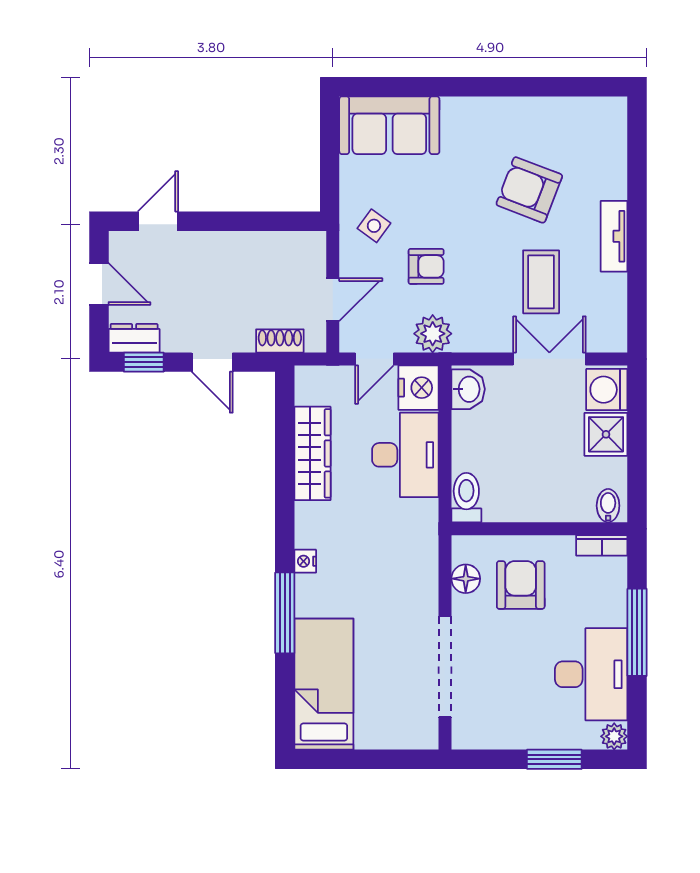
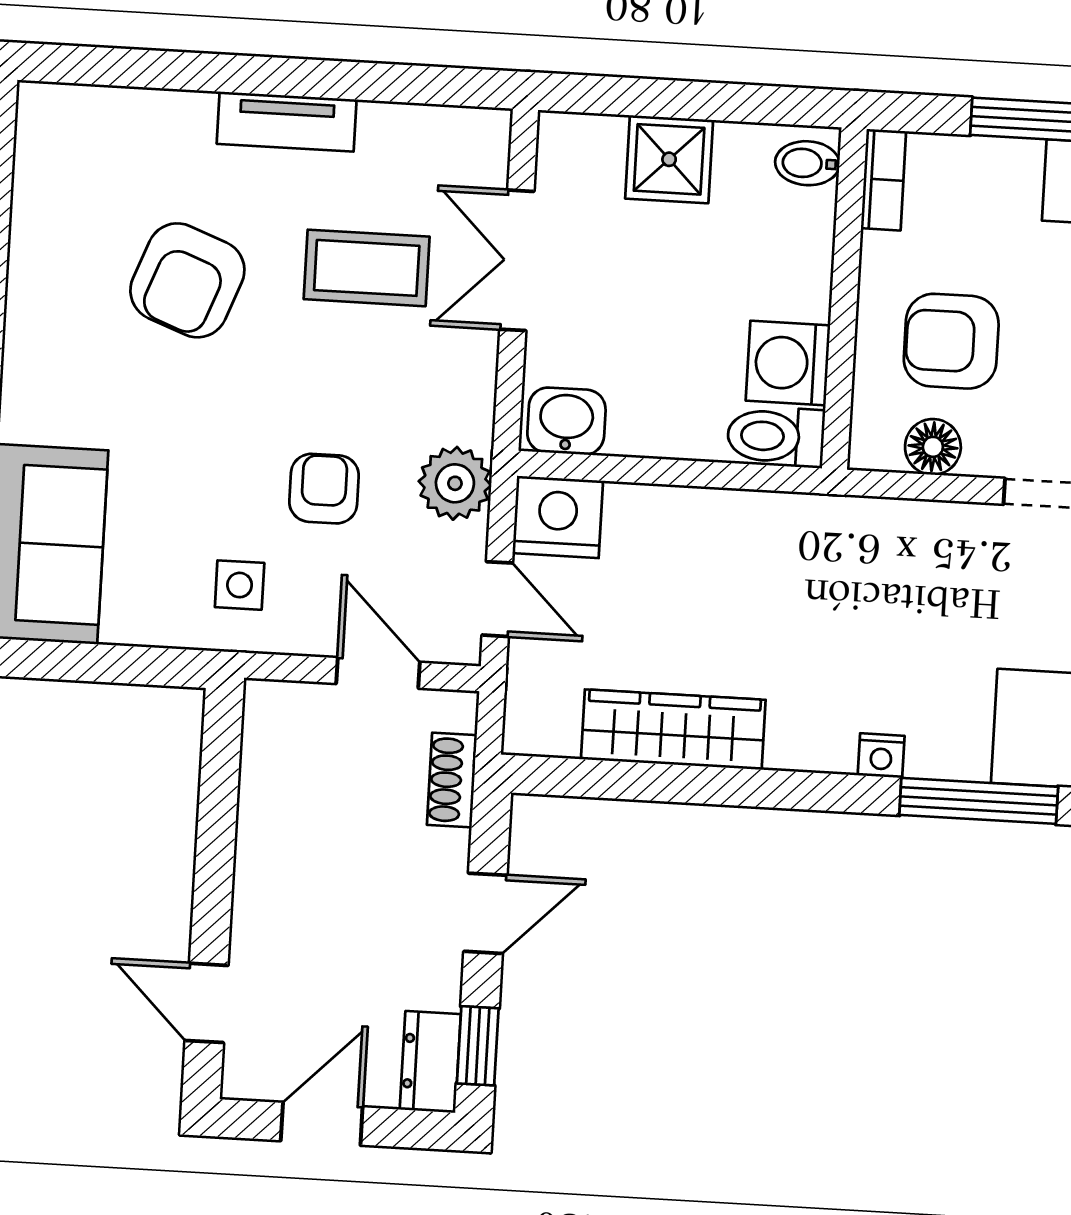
side table: (374, 226) -> (240, 585), turned -36
washing machine: (607, 390) -> (788, 363), moved, turned 90
desk: (405, 455) -> (686, 550), removed

